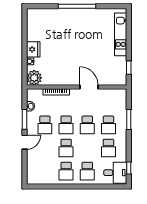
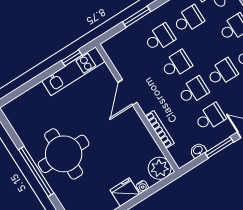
round table: (77, 28) -> (64, 154), added
kitchen unit: (121, 34) -> (73, 71), moved

